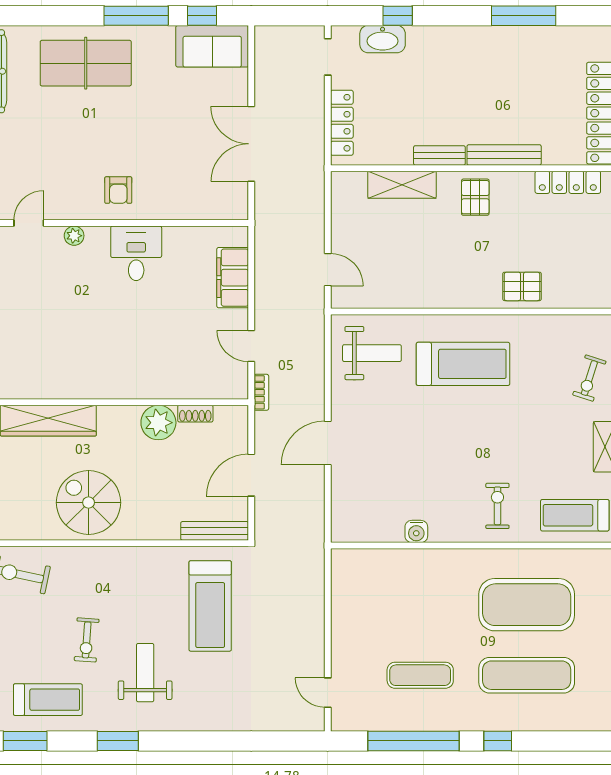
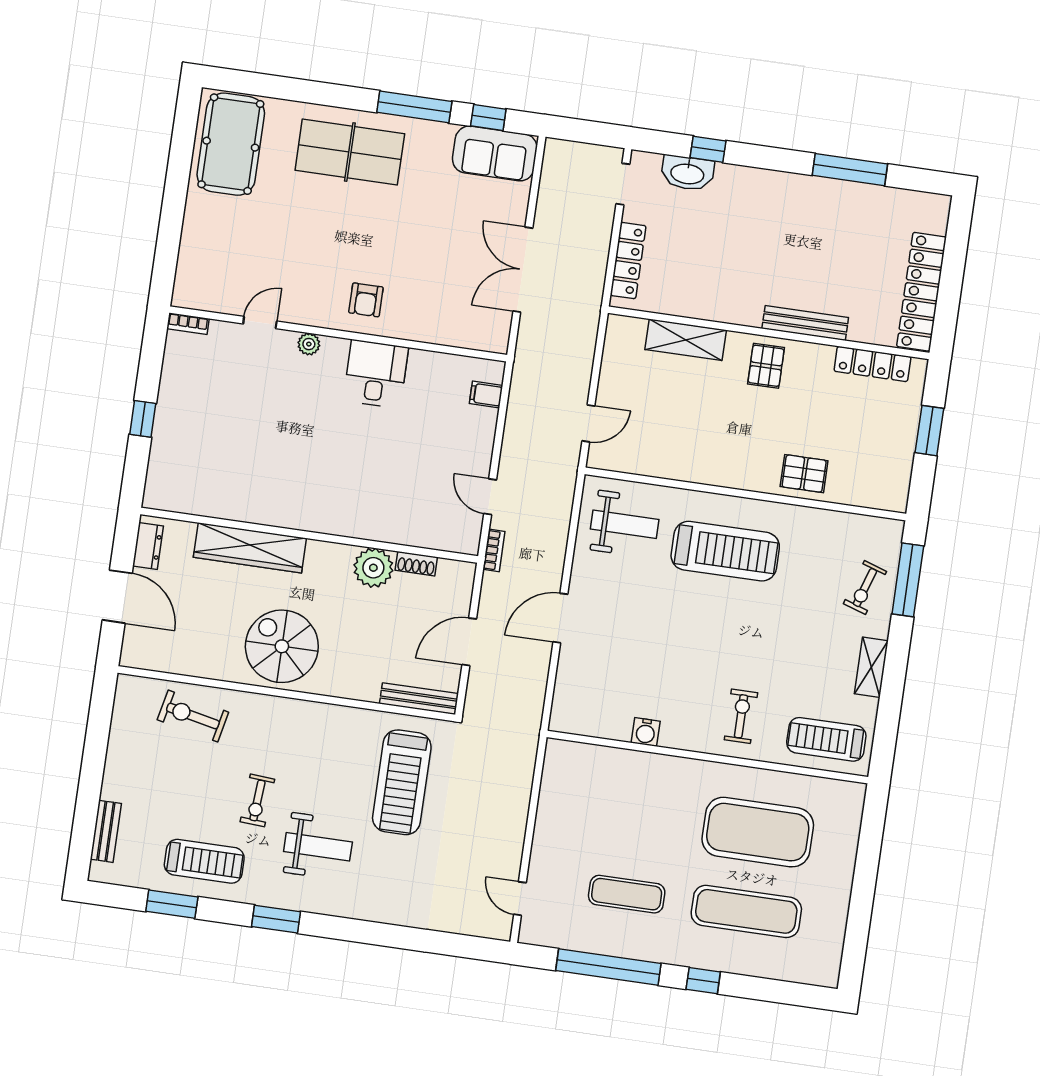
bench: (439, 155) -> (732, 313), removed
door: (328, 270) -> (588, 423), hinge flipped
filing cabinet: (233, 278) -> (486, 395), width x0.33, depth x0.86
weight bench: (145, 673) -> (318, 847), turned 90

